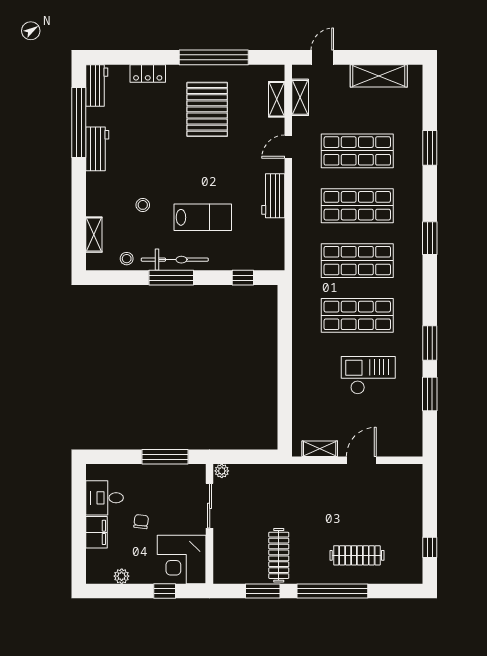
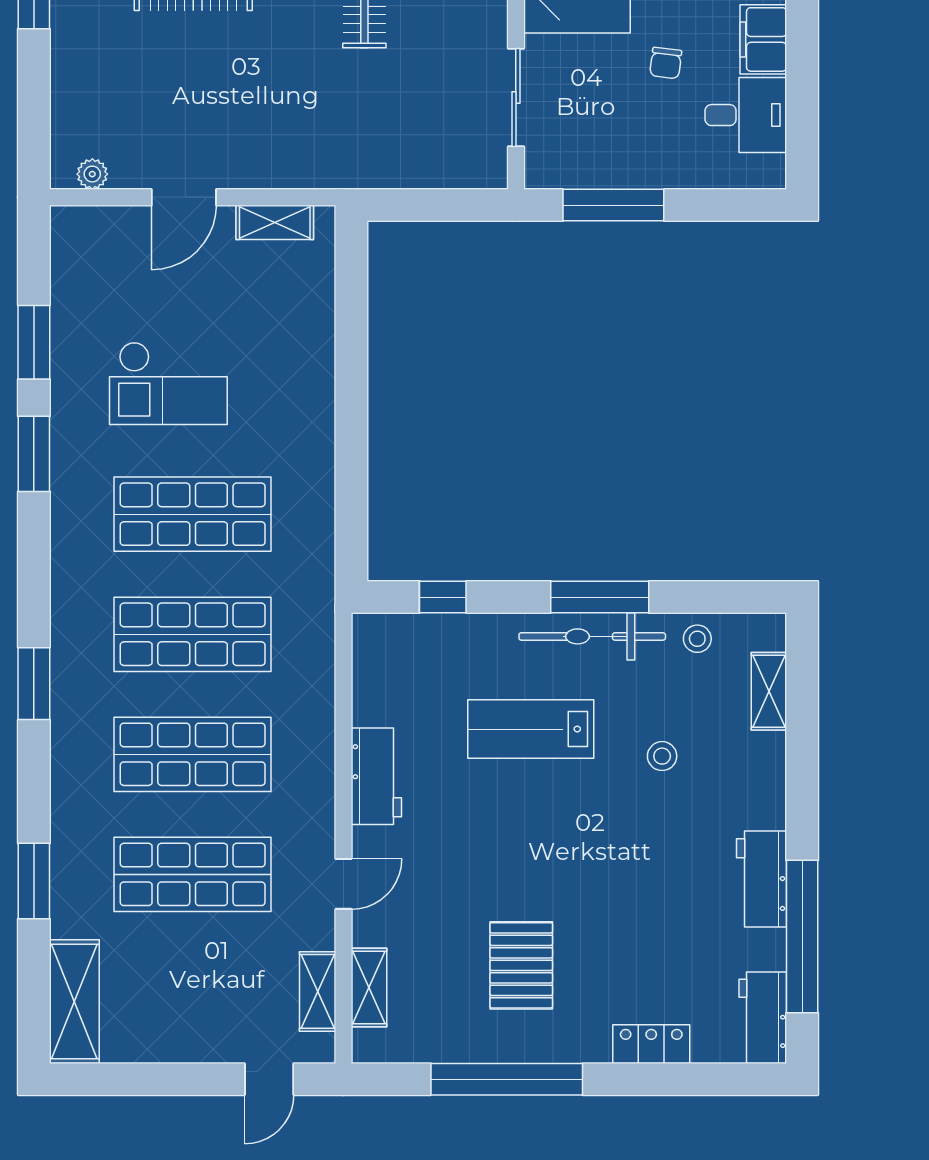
shelving: (379, 76) -> (74, 1002), moved, turned 90
pallet: (207, 109) -> (521, 965), width x0.73, depth x0.71
plant: (222, 471) -> (92, 174), moved

